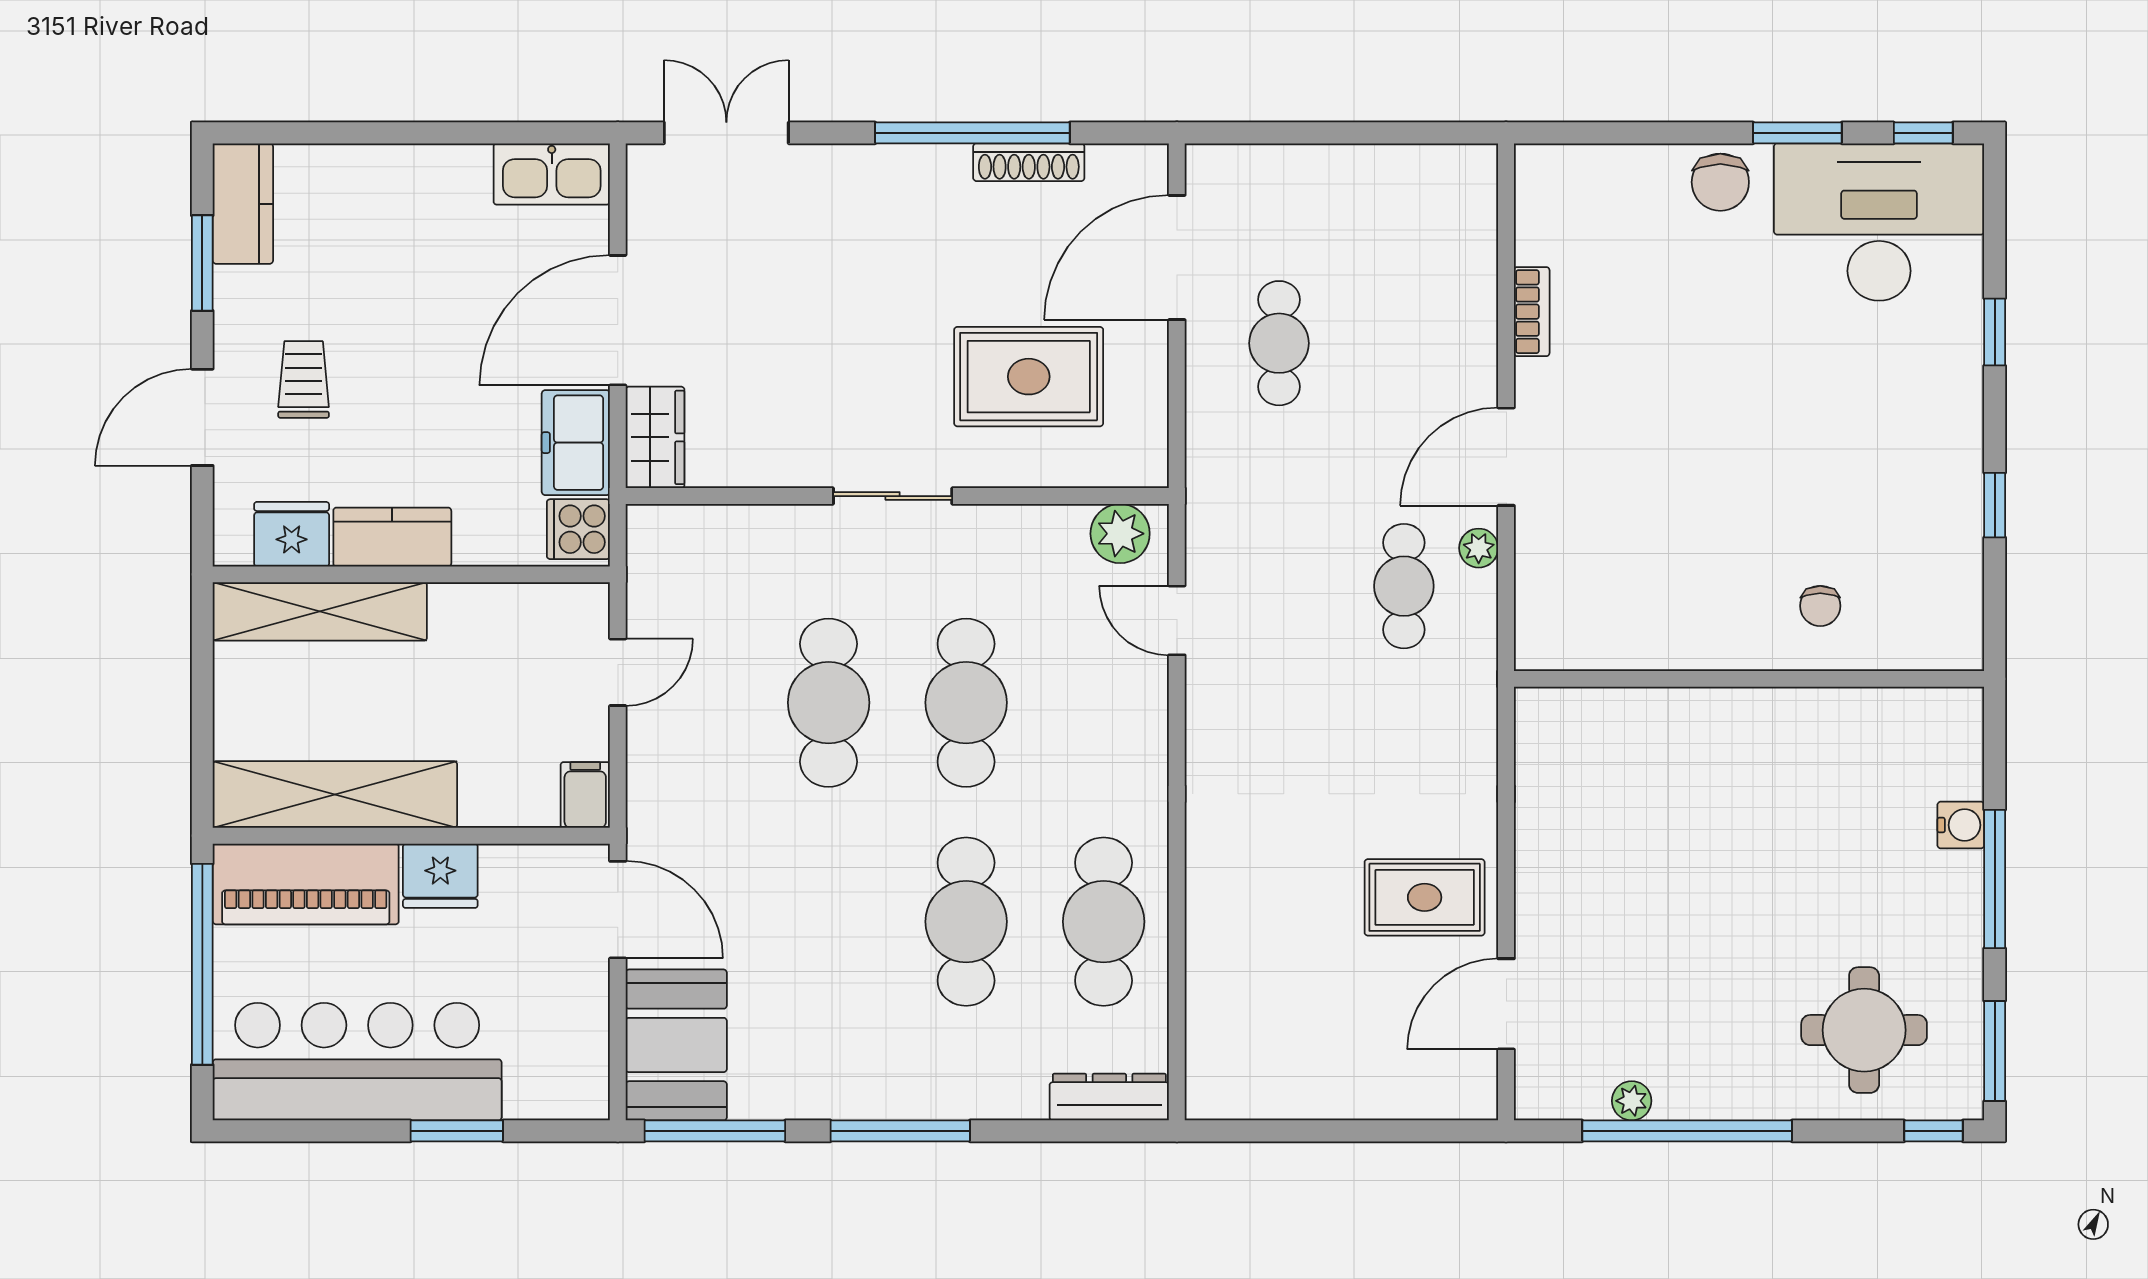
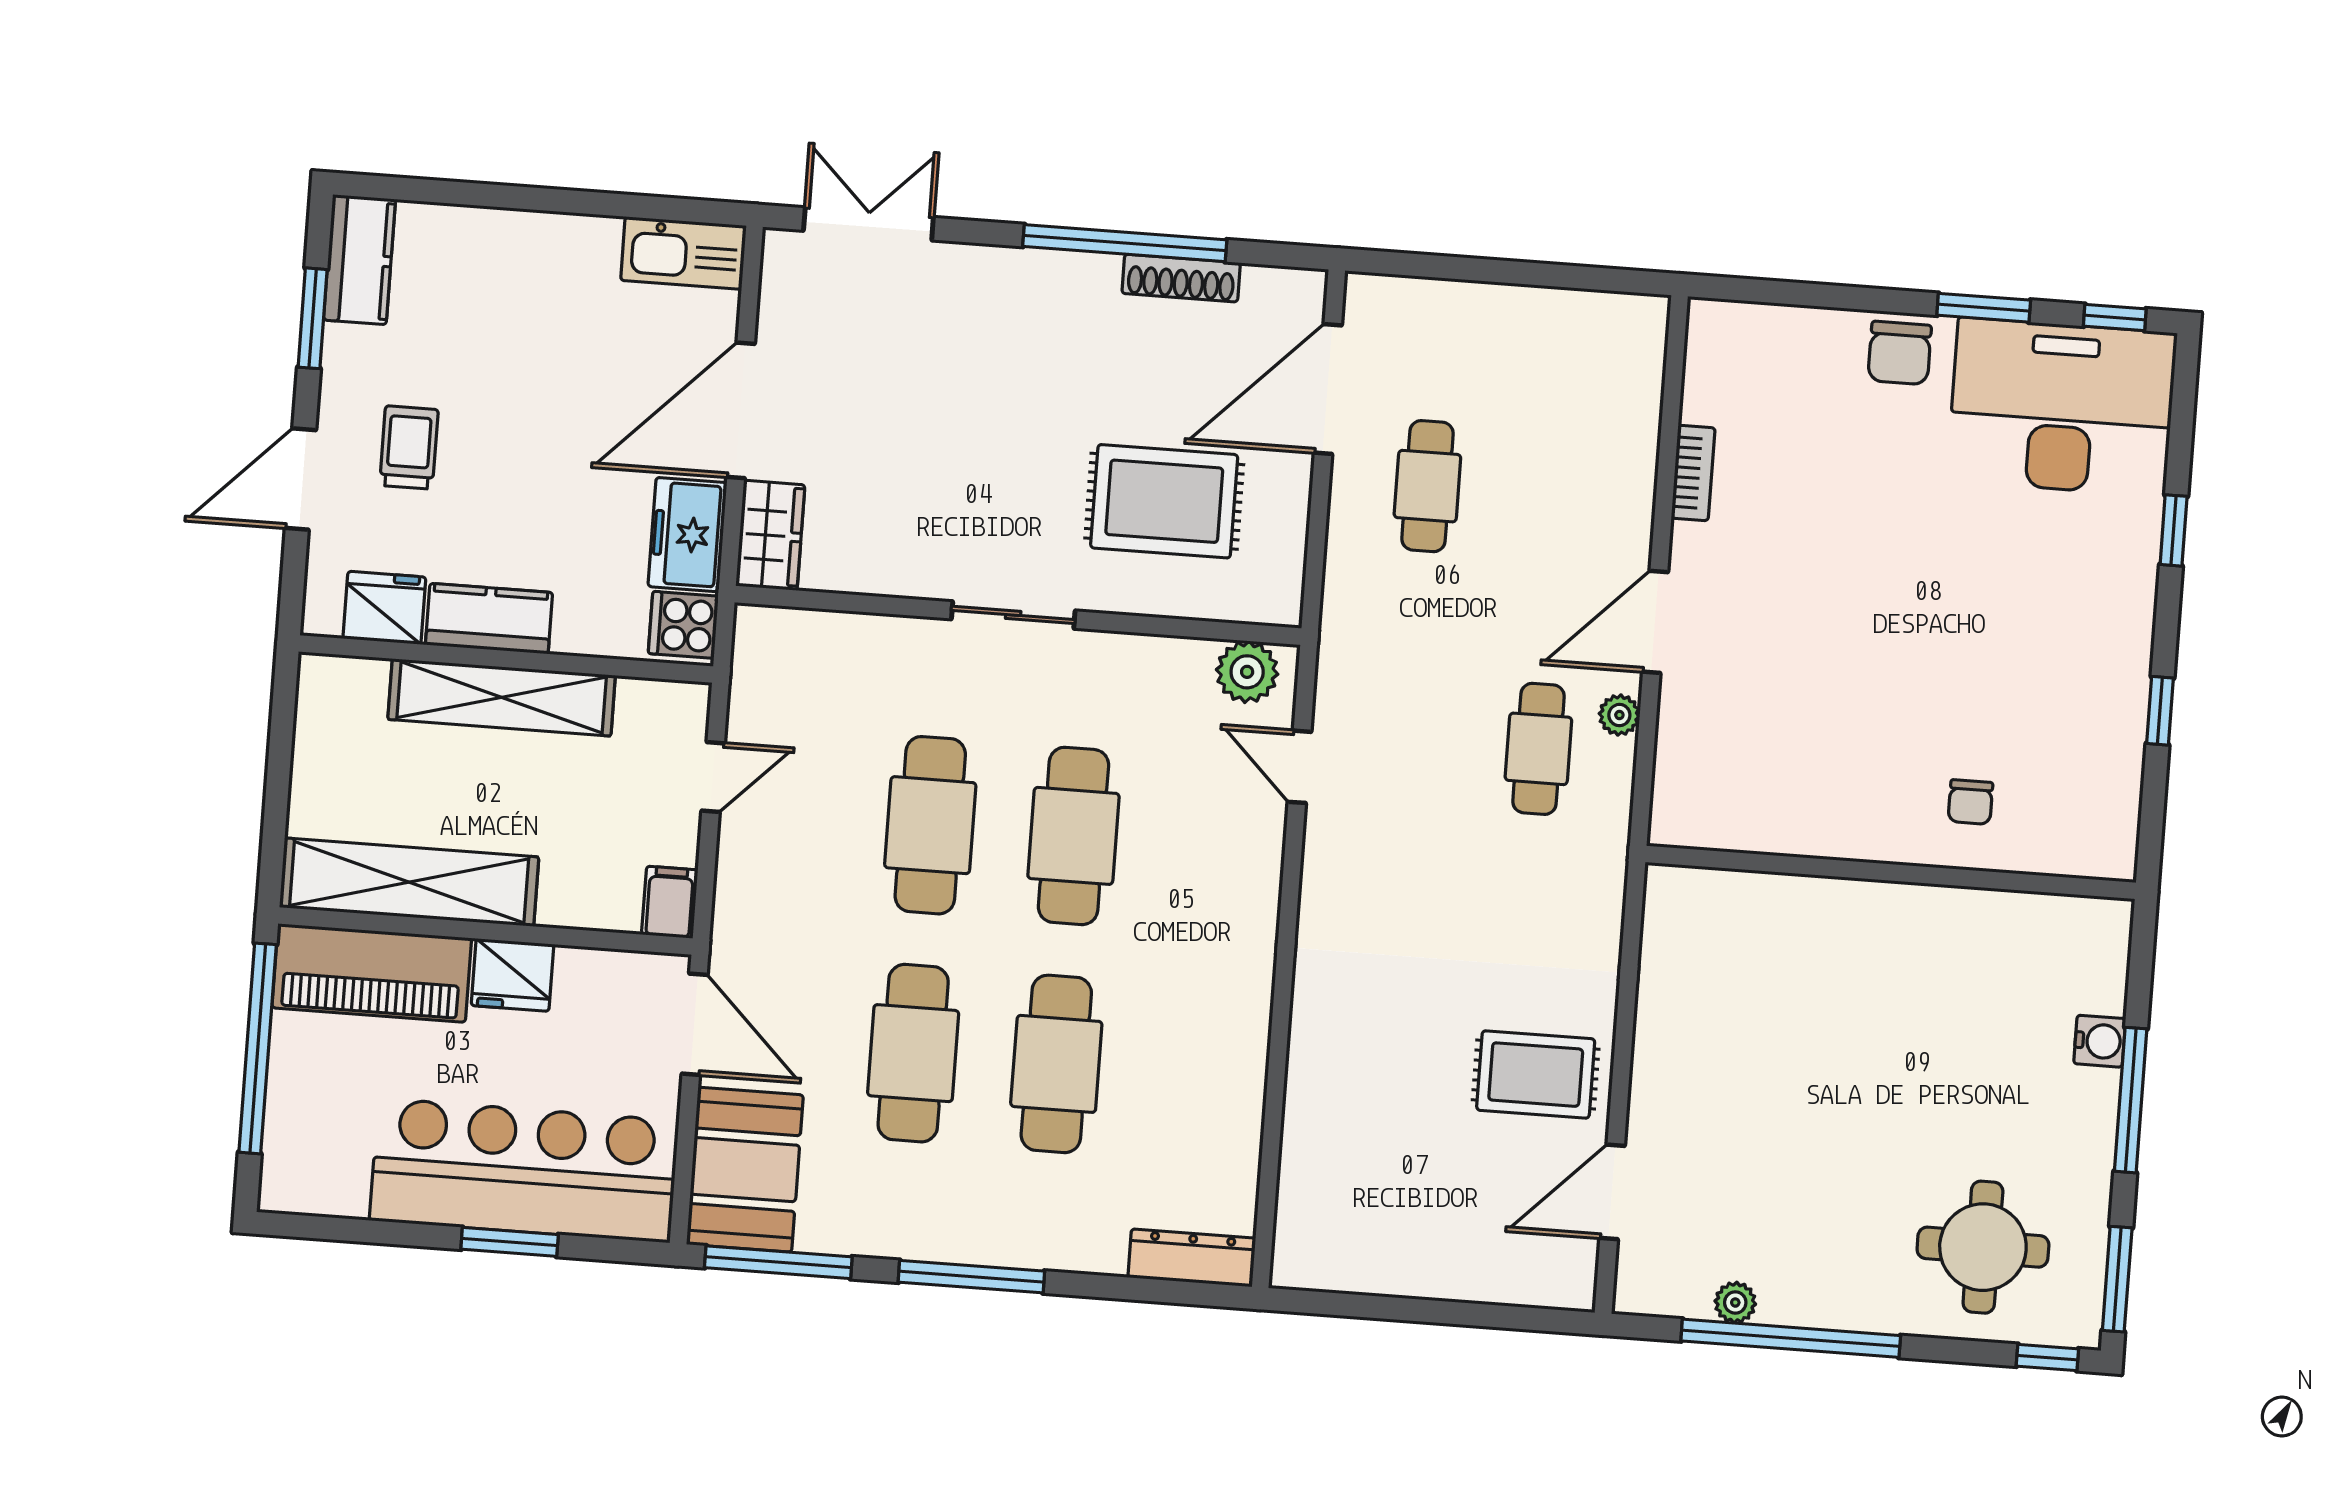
shelving: (320, 611) -> (502, 697), moved
cafe table: (1104, 922) -> (913, 1053), moved
bar counter: (357, 1062) -> (524, 1170), moved

